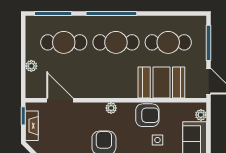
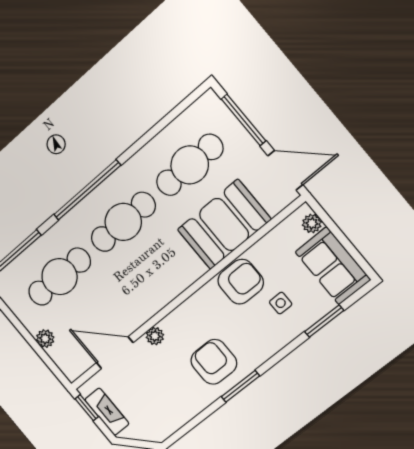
plant: (111, 108) -> (155, 336), moved

